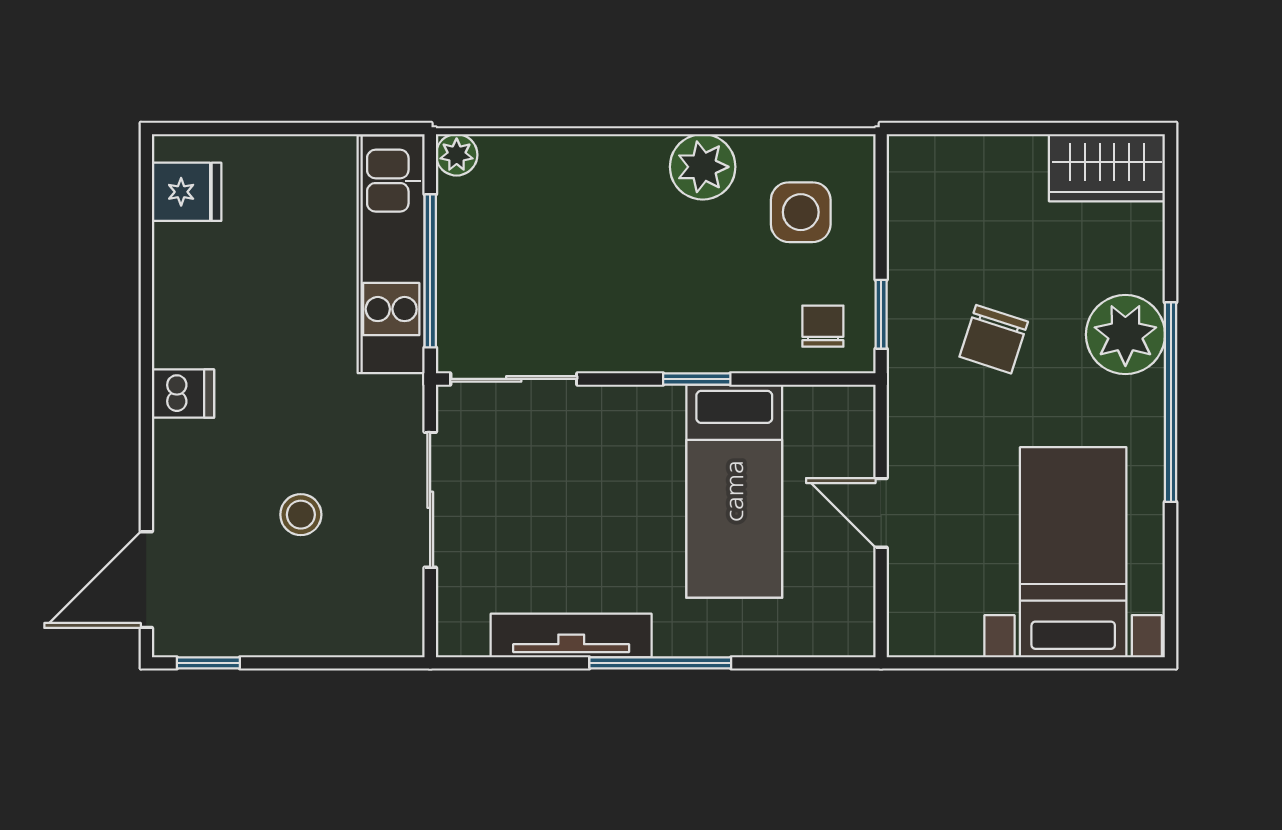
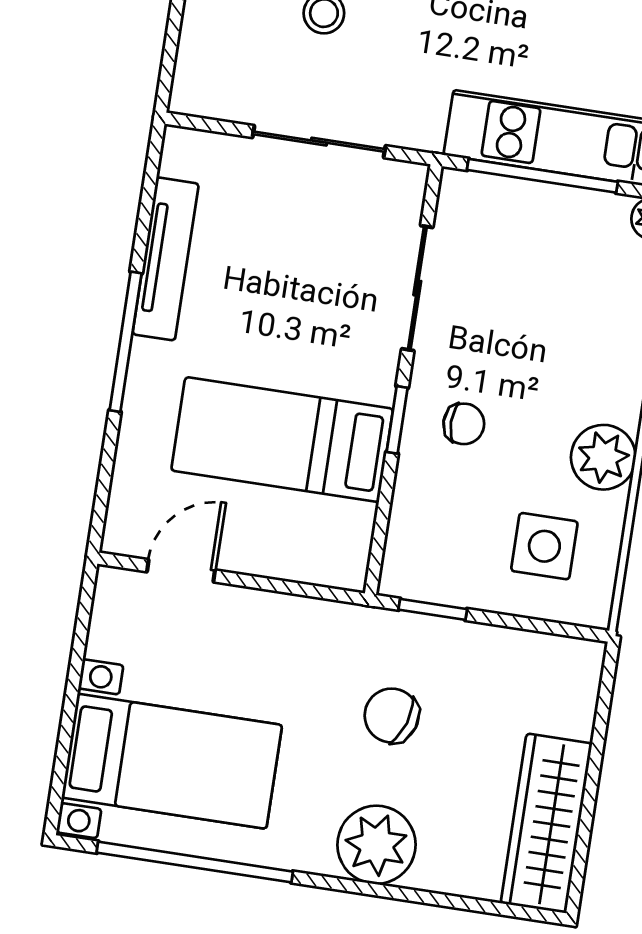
wardrobe: (1107, 168) -> (546, 823), width x1.50
chair: (823, 326) -> (464, 424), moved
sliding door: (514, 379) -> (417, 288), moved
window: (1171, 402) -> (195, 862), moved
door: (881, 513) -> (181, 571), moved

